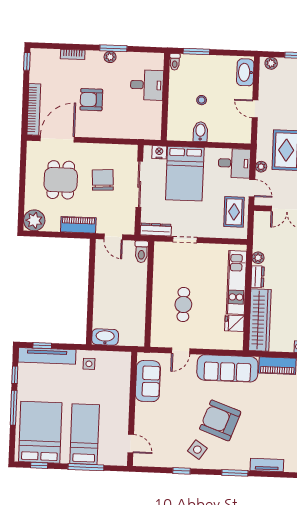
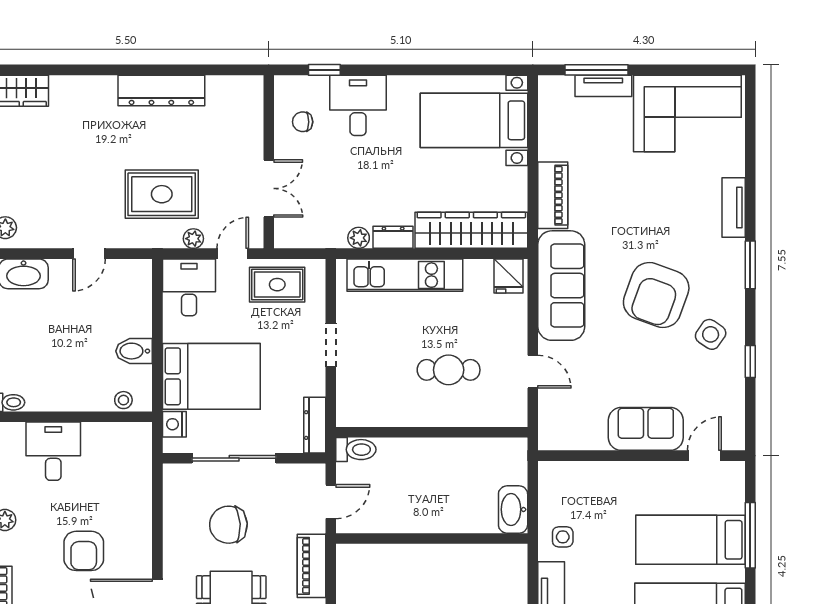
stool: (202, 100) -> (123, 400), moved
doorway: (185, 240) -> (331, 345), moved
fridge: (234, 323) -> (508, 276), moved
sofa: (148, 381) -> (646, 429), moved

